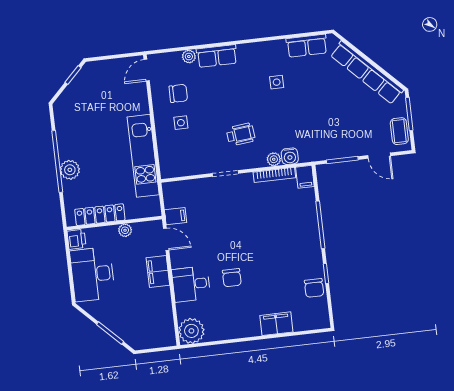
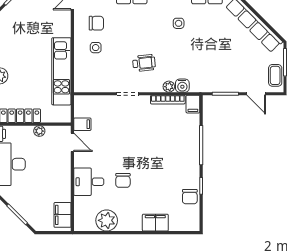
filing cabinet: (158, 271) -> (63, 215), moved
plant: (191, 331) -> (107, 220), moved

